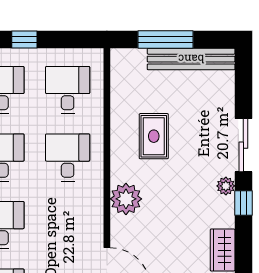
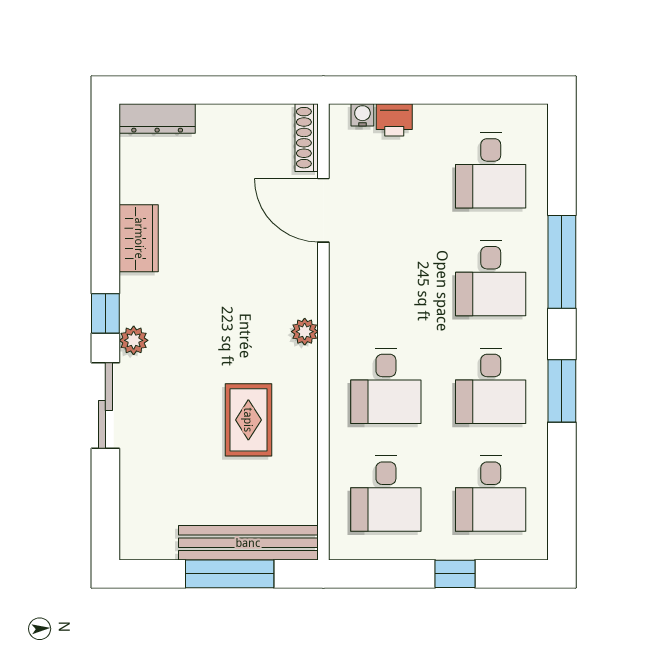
bench: (191, 59) -> (248, 543), moved
plant: (126, 199) -> (305, 332), width x0.53, depth x0.53

